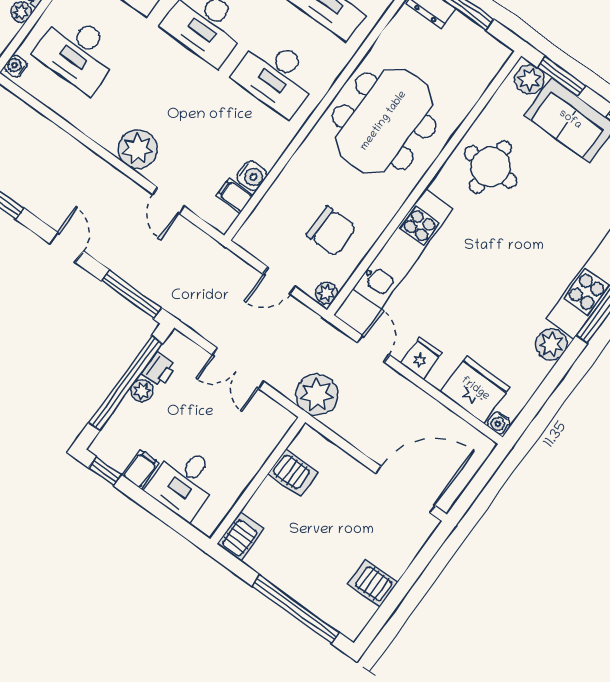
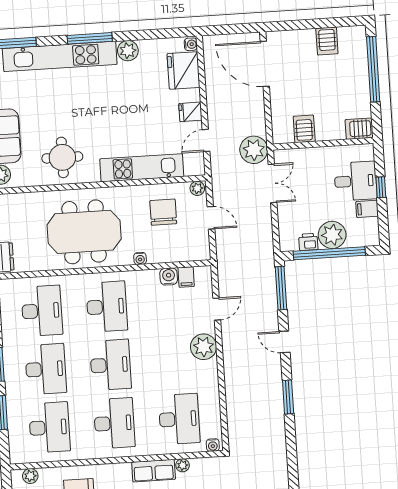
water cooler: (300, 160) -> (140, 259), added
door: (66, 247) -> (284, 342), hinge flipped
double door: (238, 368) -> (272, 183), moved
plant: (142, 391) -> (332, 235), width x1.88, depth x1.88
window: (105, 471) -> (381, 187), moved

